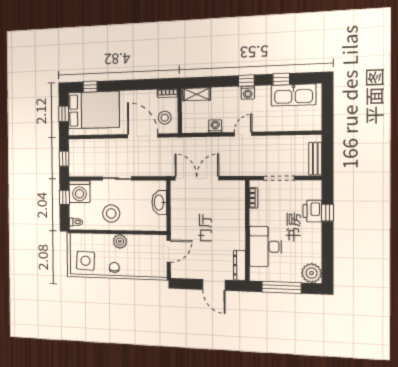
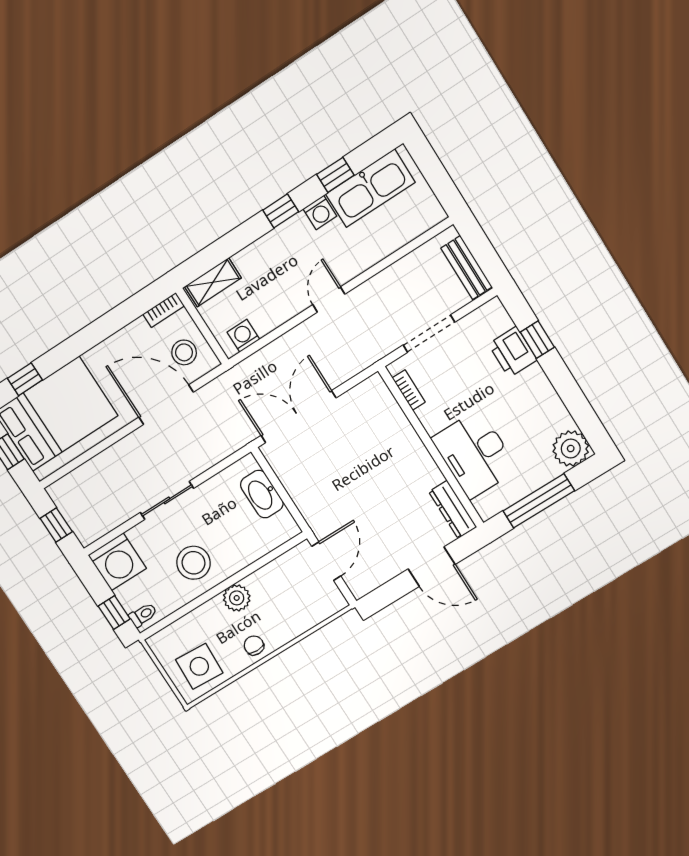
washing machine: (248, 93) -> (320, 213), moved
washing machine: (215, 126) -> (243, 336), moved
window: (64, 197) -> (114, 612), moved

